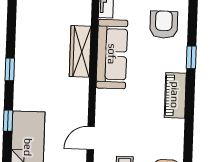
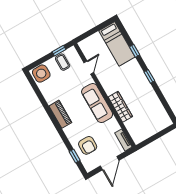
sofa: (112, 54) -> (97, 103), moved
window: (191, 57) -> (75, 156), moved

